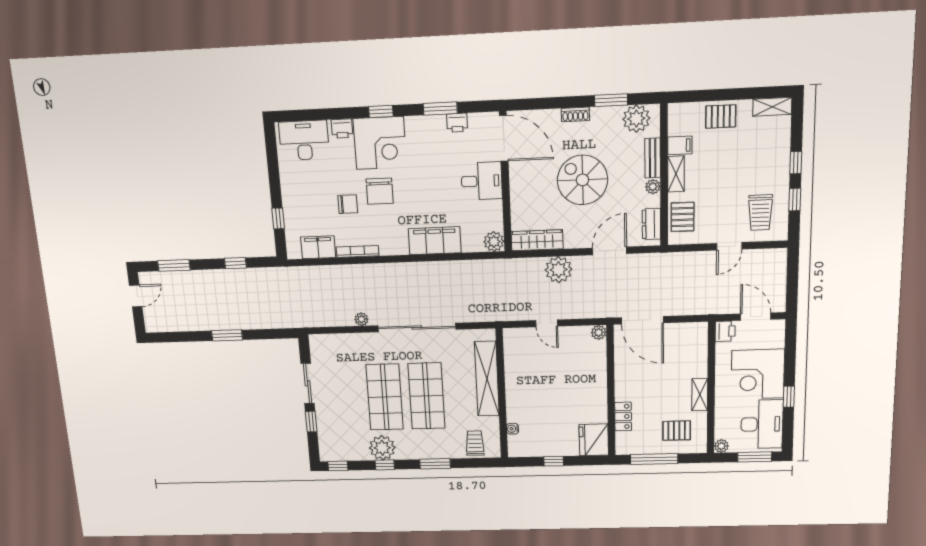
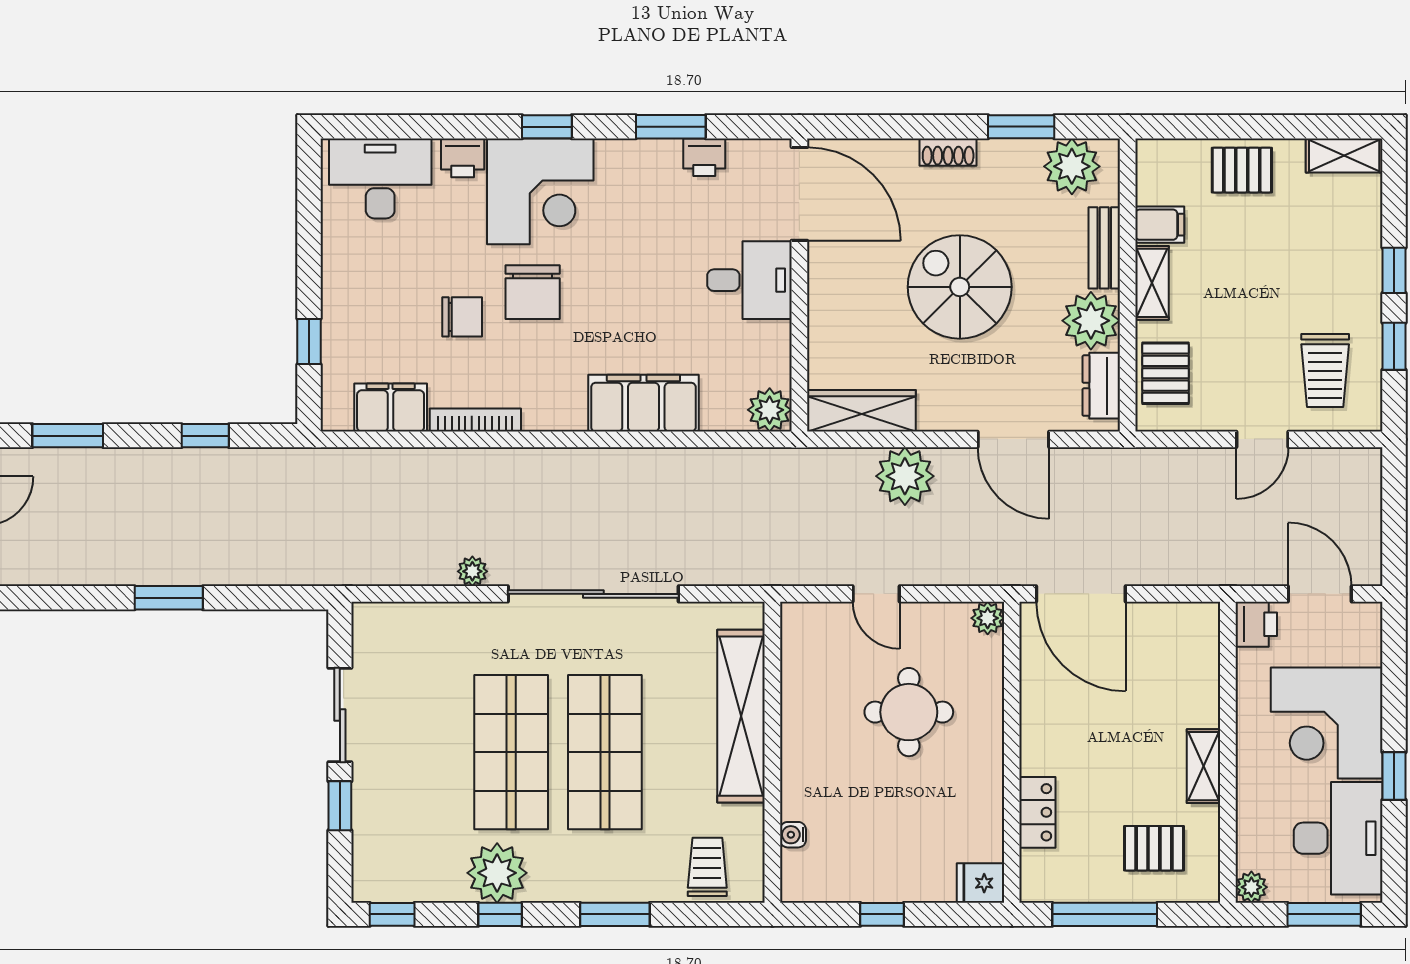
plant: (653, 187) -> (1091, 321), width x1.87, depth x1.87
door: (610, 251) -> (1013, 439), swing flipped
round table: (563, 375) -> (909, 712), added
fridge: (594, 440) -> (980, 883), width x0.53, depth x0.75

